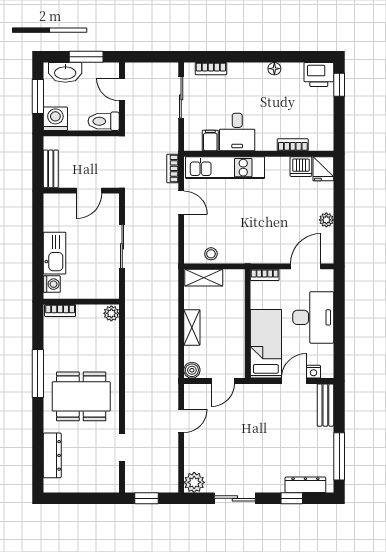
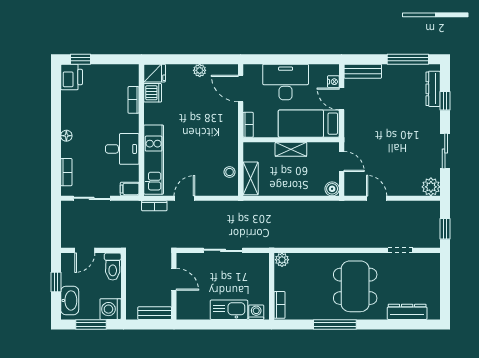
window: (86, 57) -> (56, 282), width x0.67
floor lamp: (274, 69) -> (66, 136), moved
filing cabinet: (210, 141) -> (130, 189), moved
shelving: (192, 327) -> (291, 149), moved

